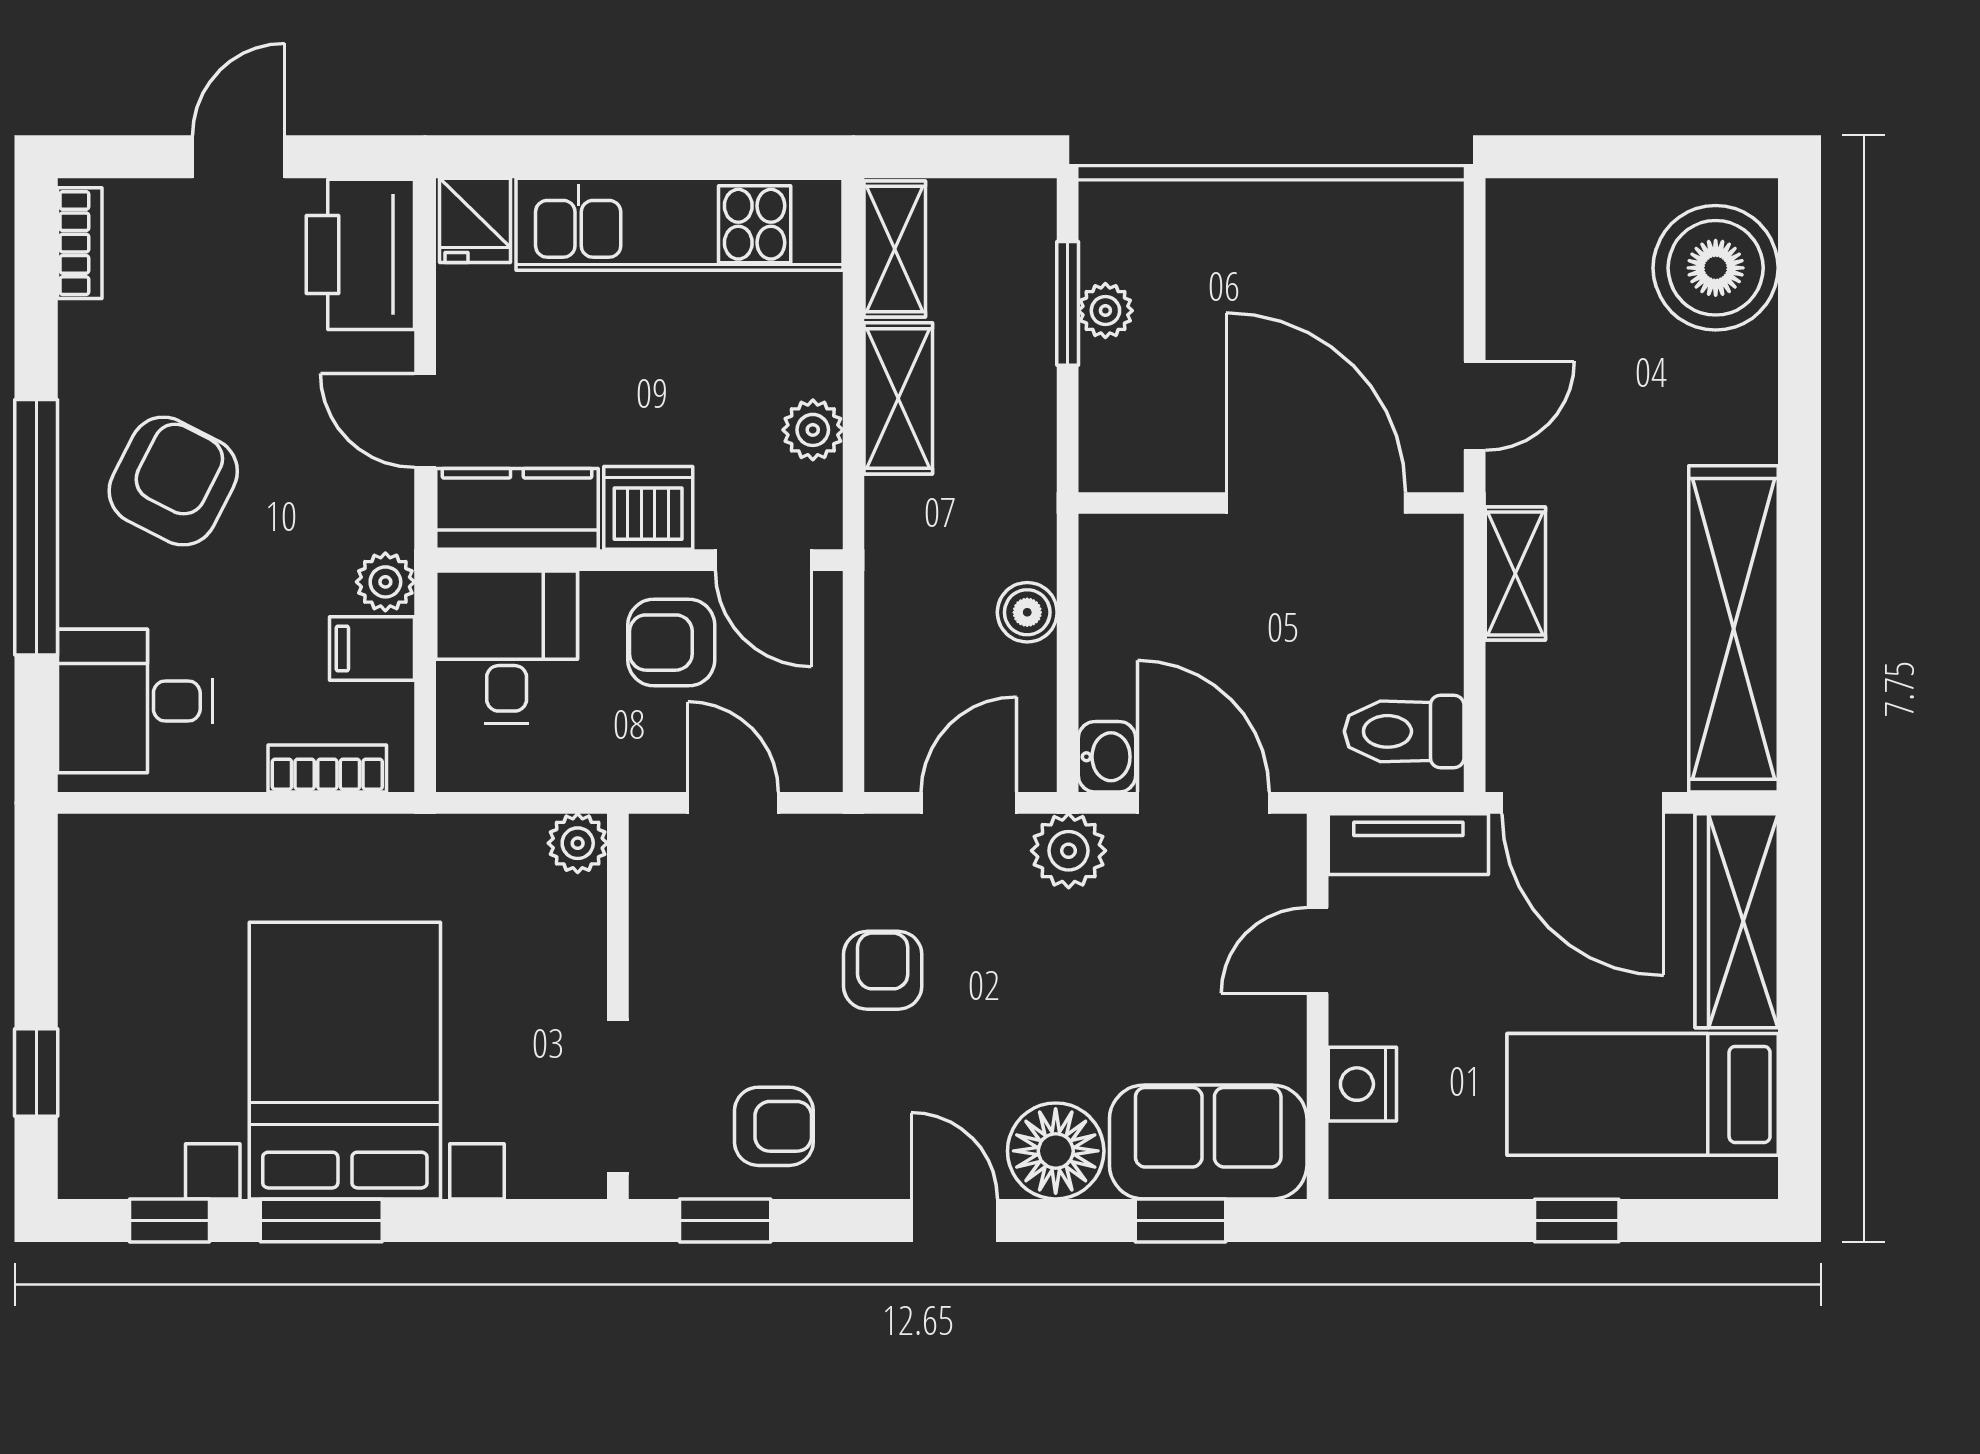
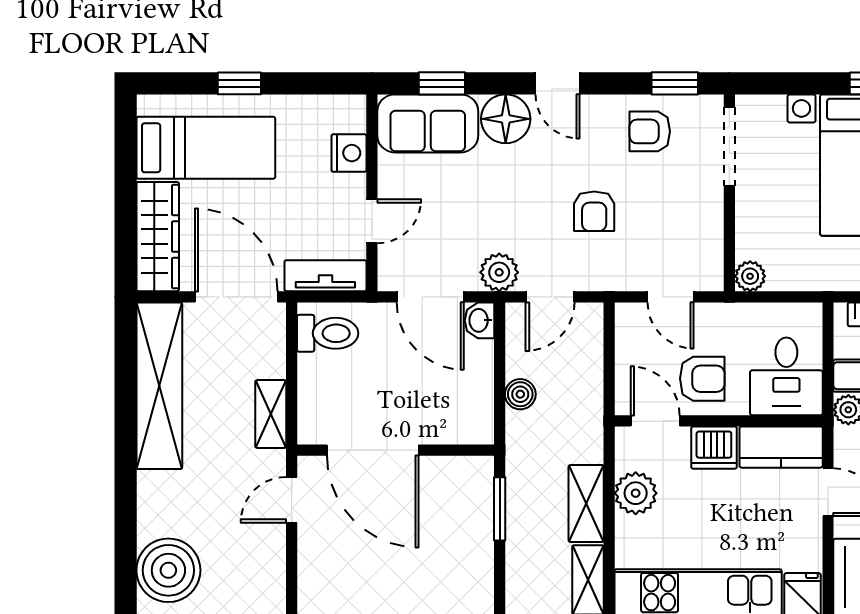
window: (1068, 303) -> (500, 509), moved
plant: (1105, 311) -> (480, 548), removed
plant: (813, 430) -> (636, 493), width x1.38, depth x1.38

